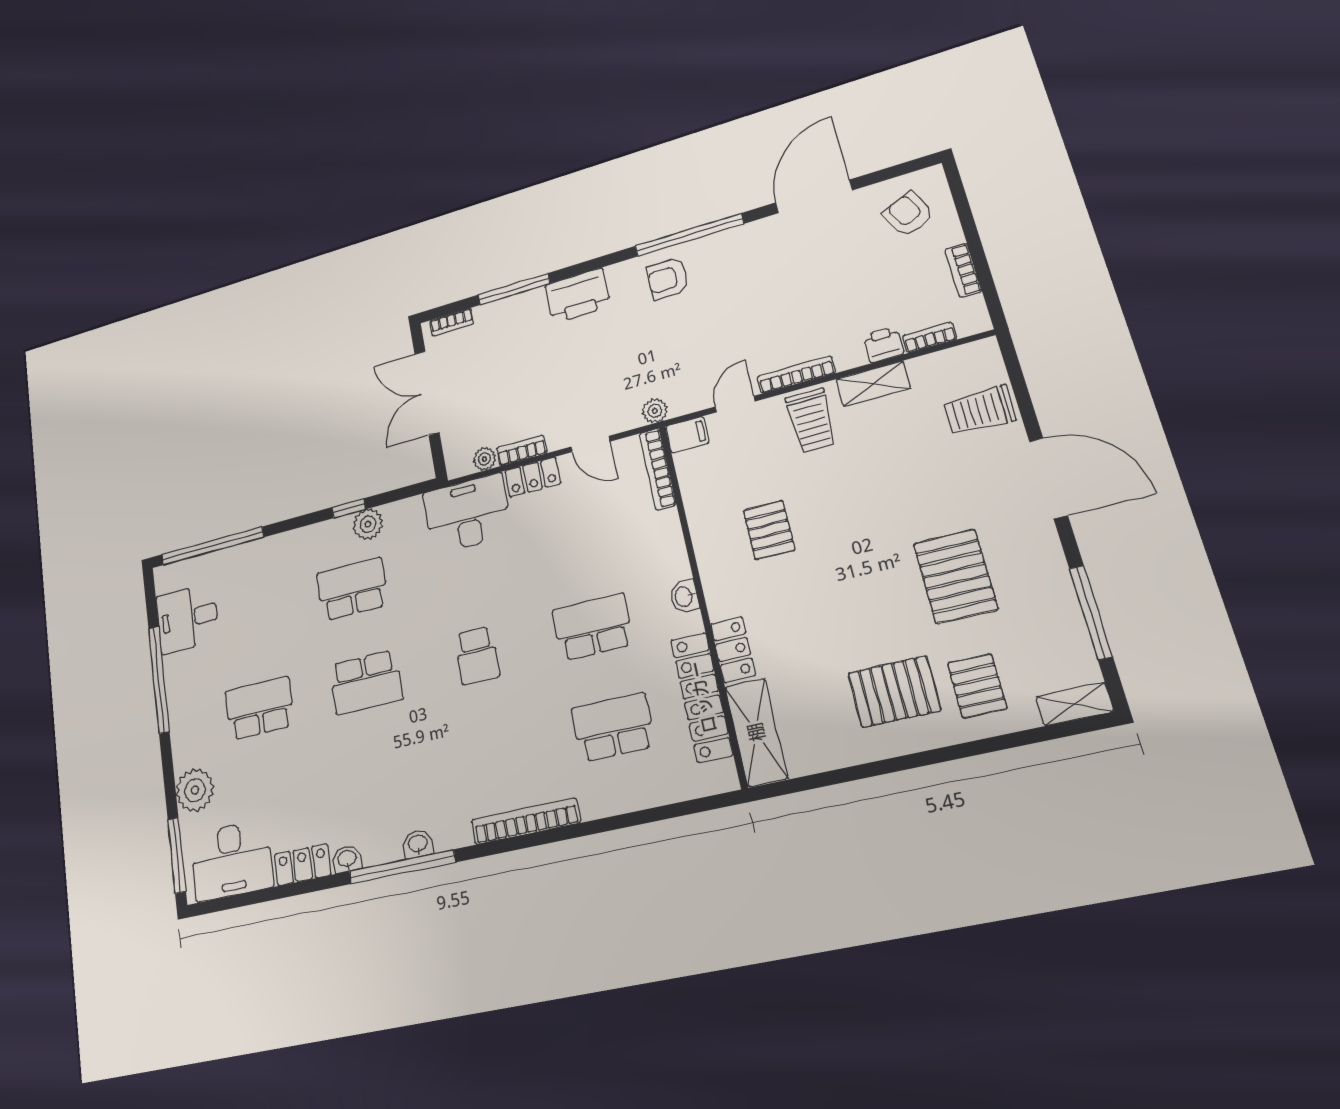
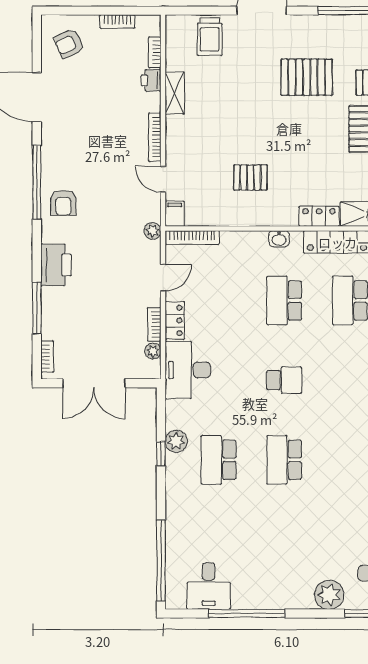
trolley: (811, 421) -> (188, 136), removed
school desk: (366, 682) -> (284, 460), turned 180
school desk: (259, 708) -> (284, 539), removed

